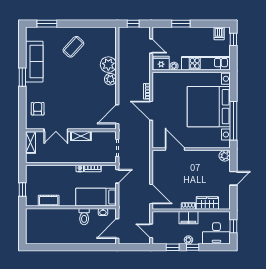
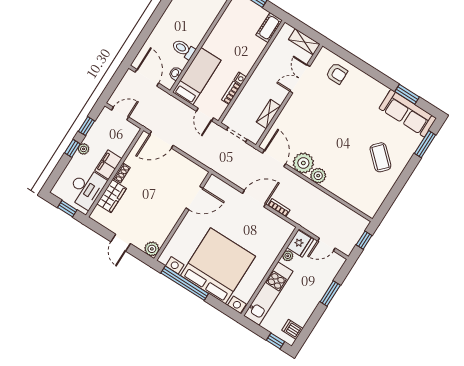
sofa: (34, 62) -> (408, 113), moved
plant: (108, 65) -> (303, 163), moved
window: (22, 77) -> (407, 94), moved
shelving: (81, 136) -> (269, 114), moved
cot: (49, 201) -> (269, 28), moved
desk: (216, 233) -> (86, 188), moved, turned 180

